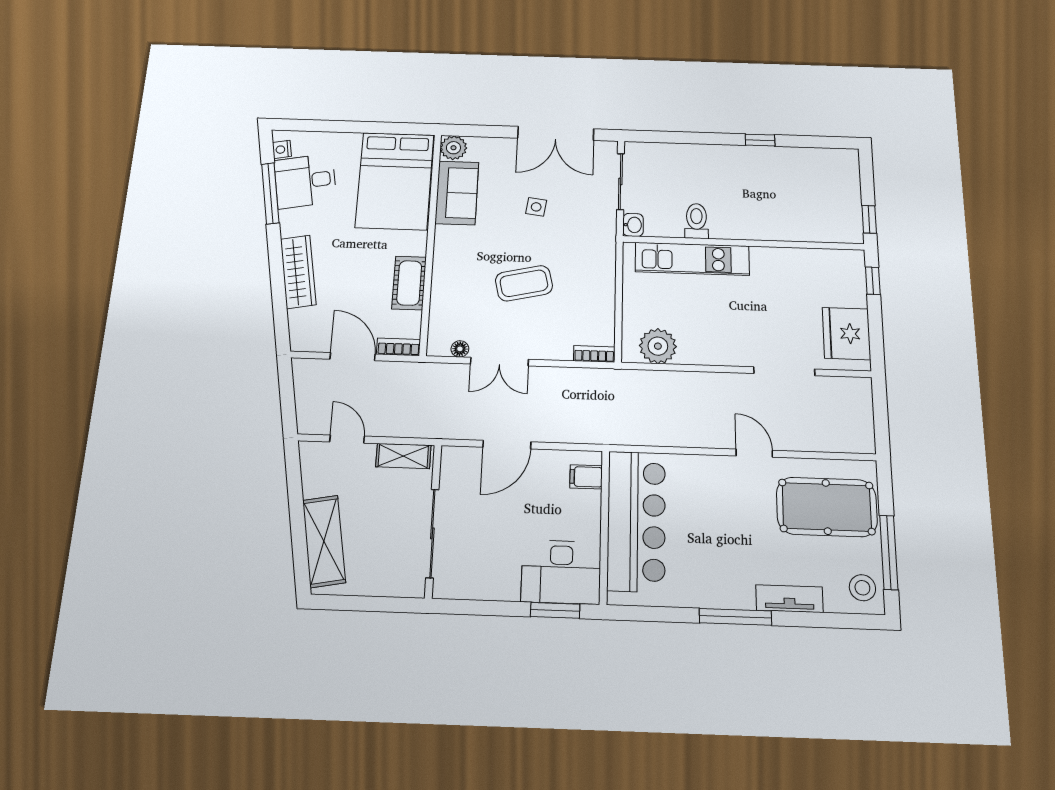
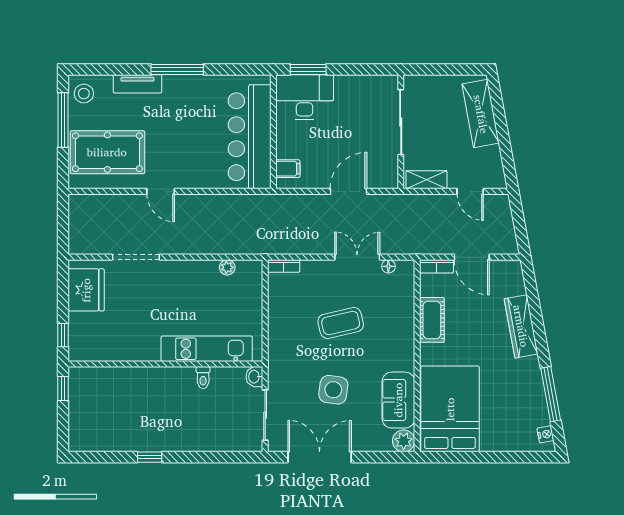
desk: (305, 181) -> (523, 406), removed
side table: (536, 207) -> (333, 390), width x1.87, depth x1.87
toilet: (696, 221) -> (203, 378), width x0.73, depth x0.72
plant: (658, 346) -> (227, 267), width x0.53, depth x0.53

